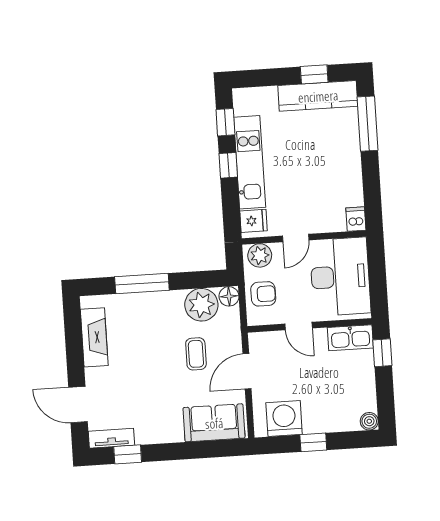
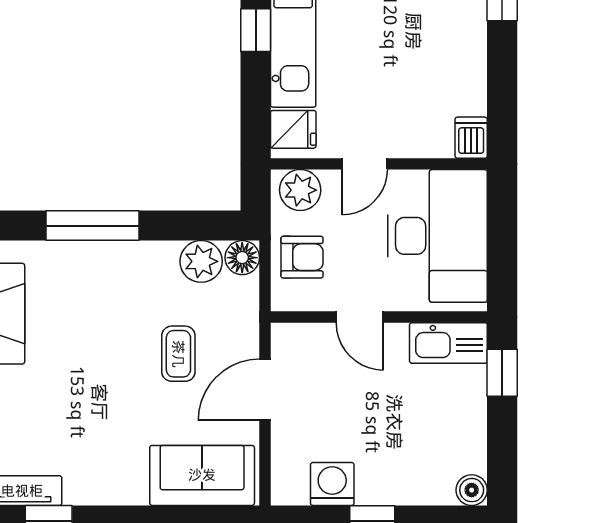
plant: (201, 305) -> (201, 261), width x0.73, depth x0.73
washing machine: (284, 419) -> (332, 484), width x0.73, depth x0.73

